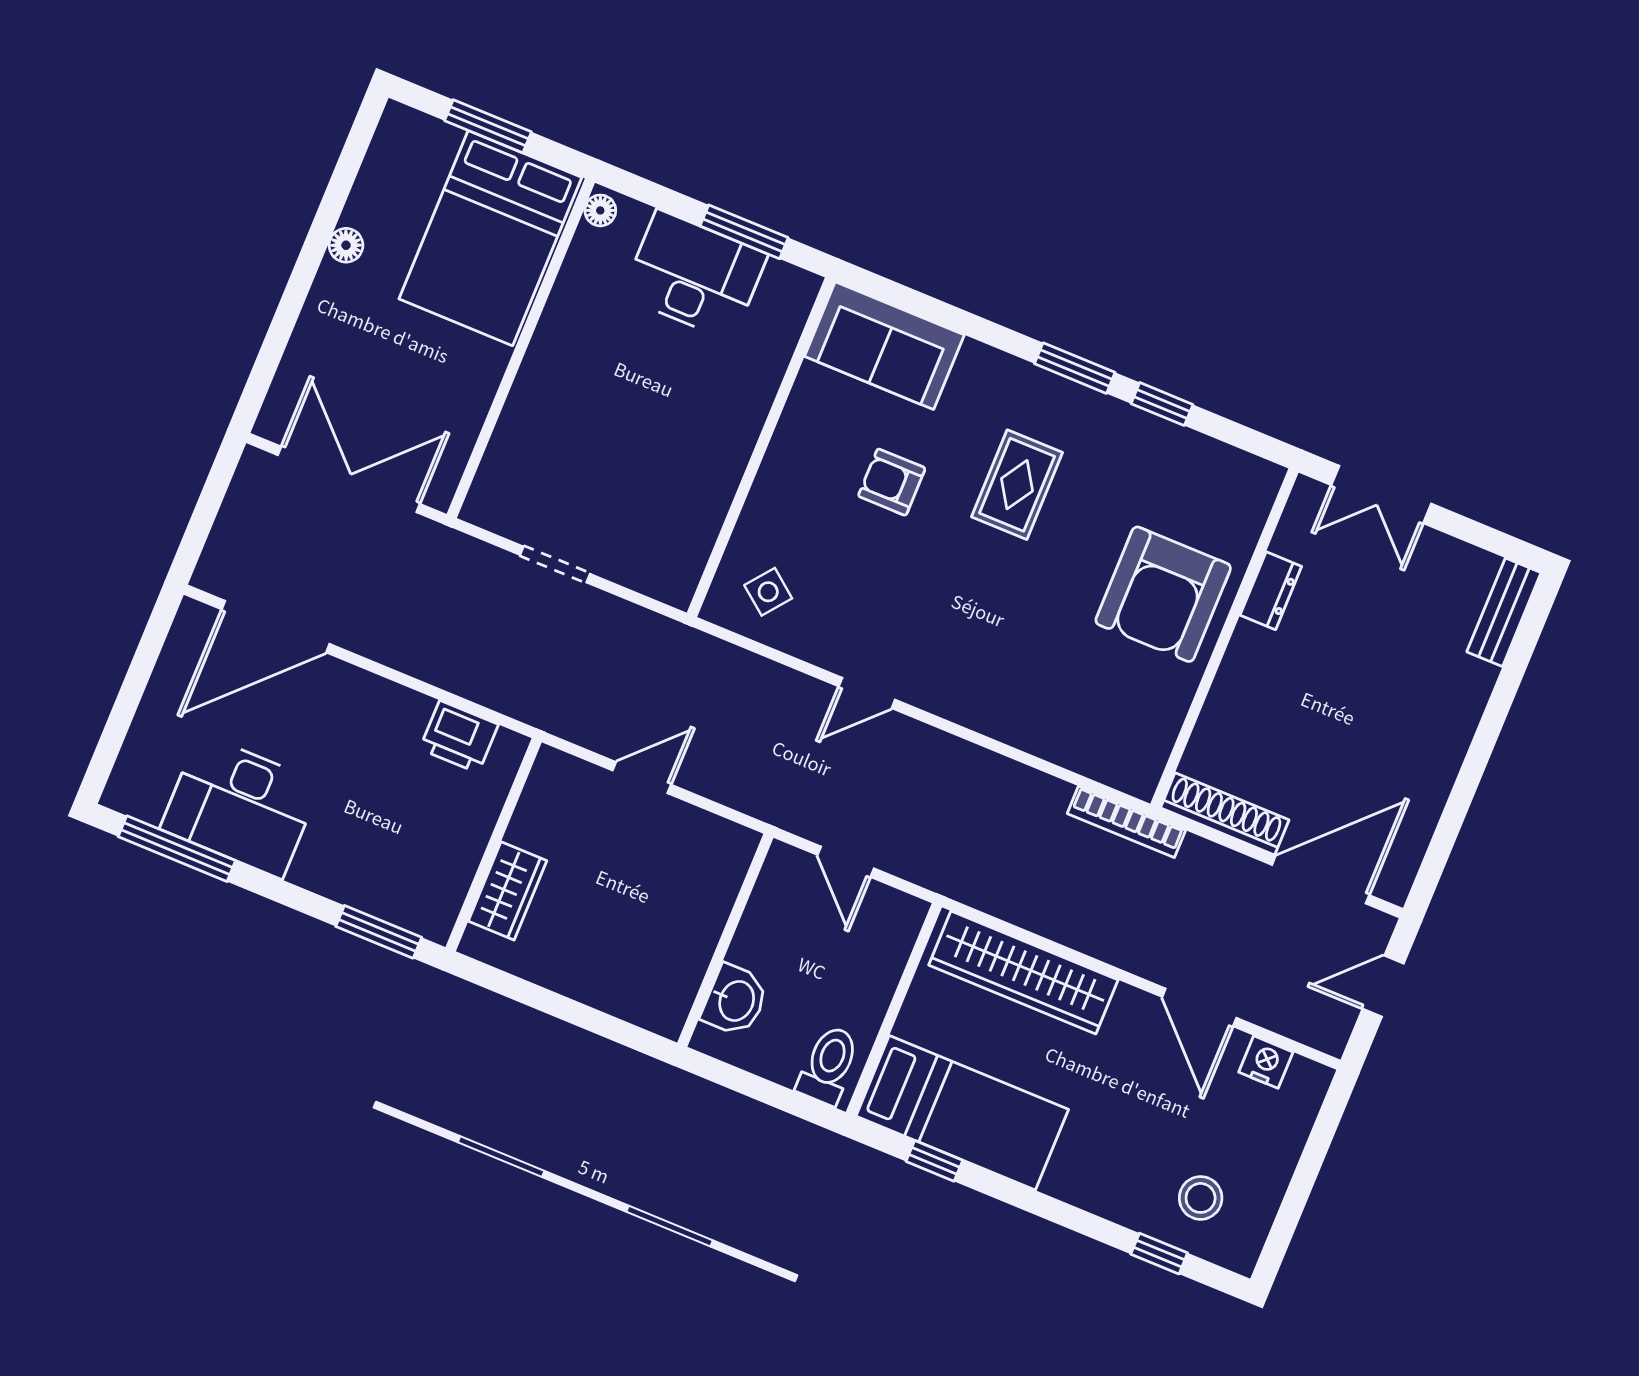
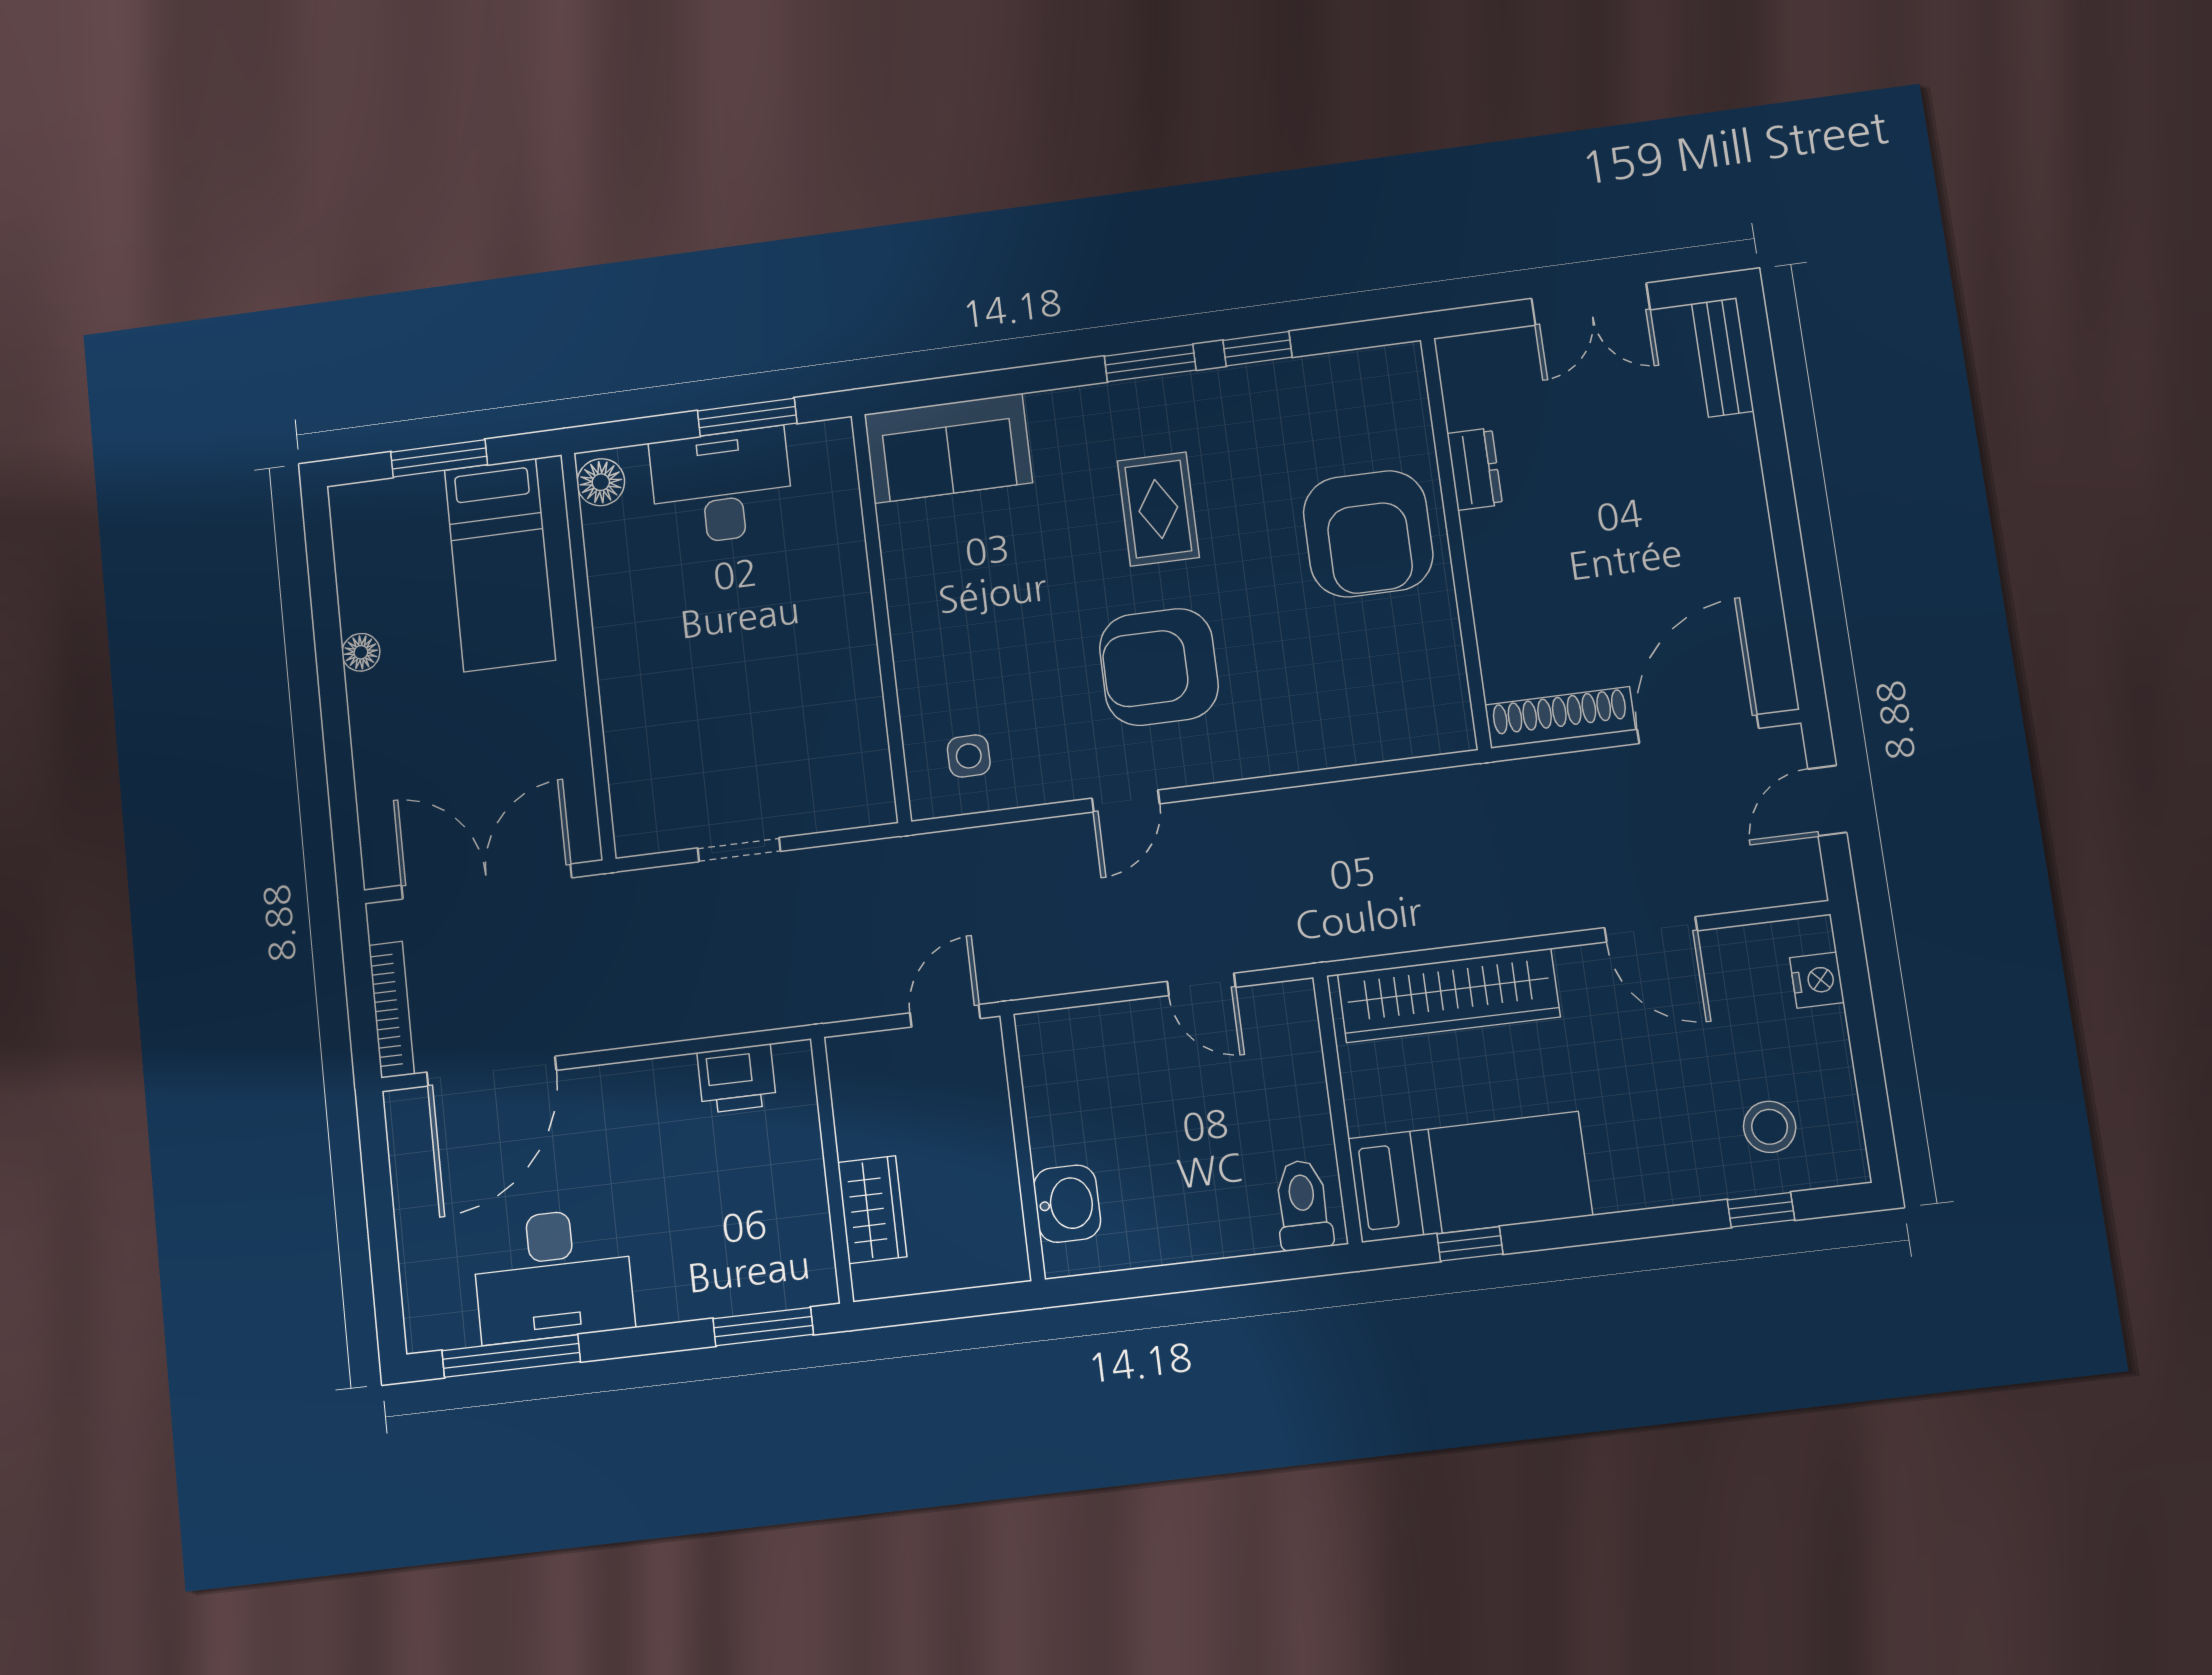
floor lamp: (600, 210) -> (601, 482), width x1.37, depth x1.37
bed: (490, 238) -> (500, 565), width x0.67
armchair: (892, 482) -> (1159, 667), moved, width x1.88, depth x1.88
double door: (1381, 494) -> (1591, 304), moved
side table: (768, 592) -> (969, 756), turned -38
bookcase: (1126, 822) -> (391, 1010), moved, turned -90
wall: (725, 940) -> (1022, 1147), moved
washbasin: (735, 1000) -> (1067, 1204), moved
nightstand: (1266, 1062) -> (1817, 980), moved, turned 90

